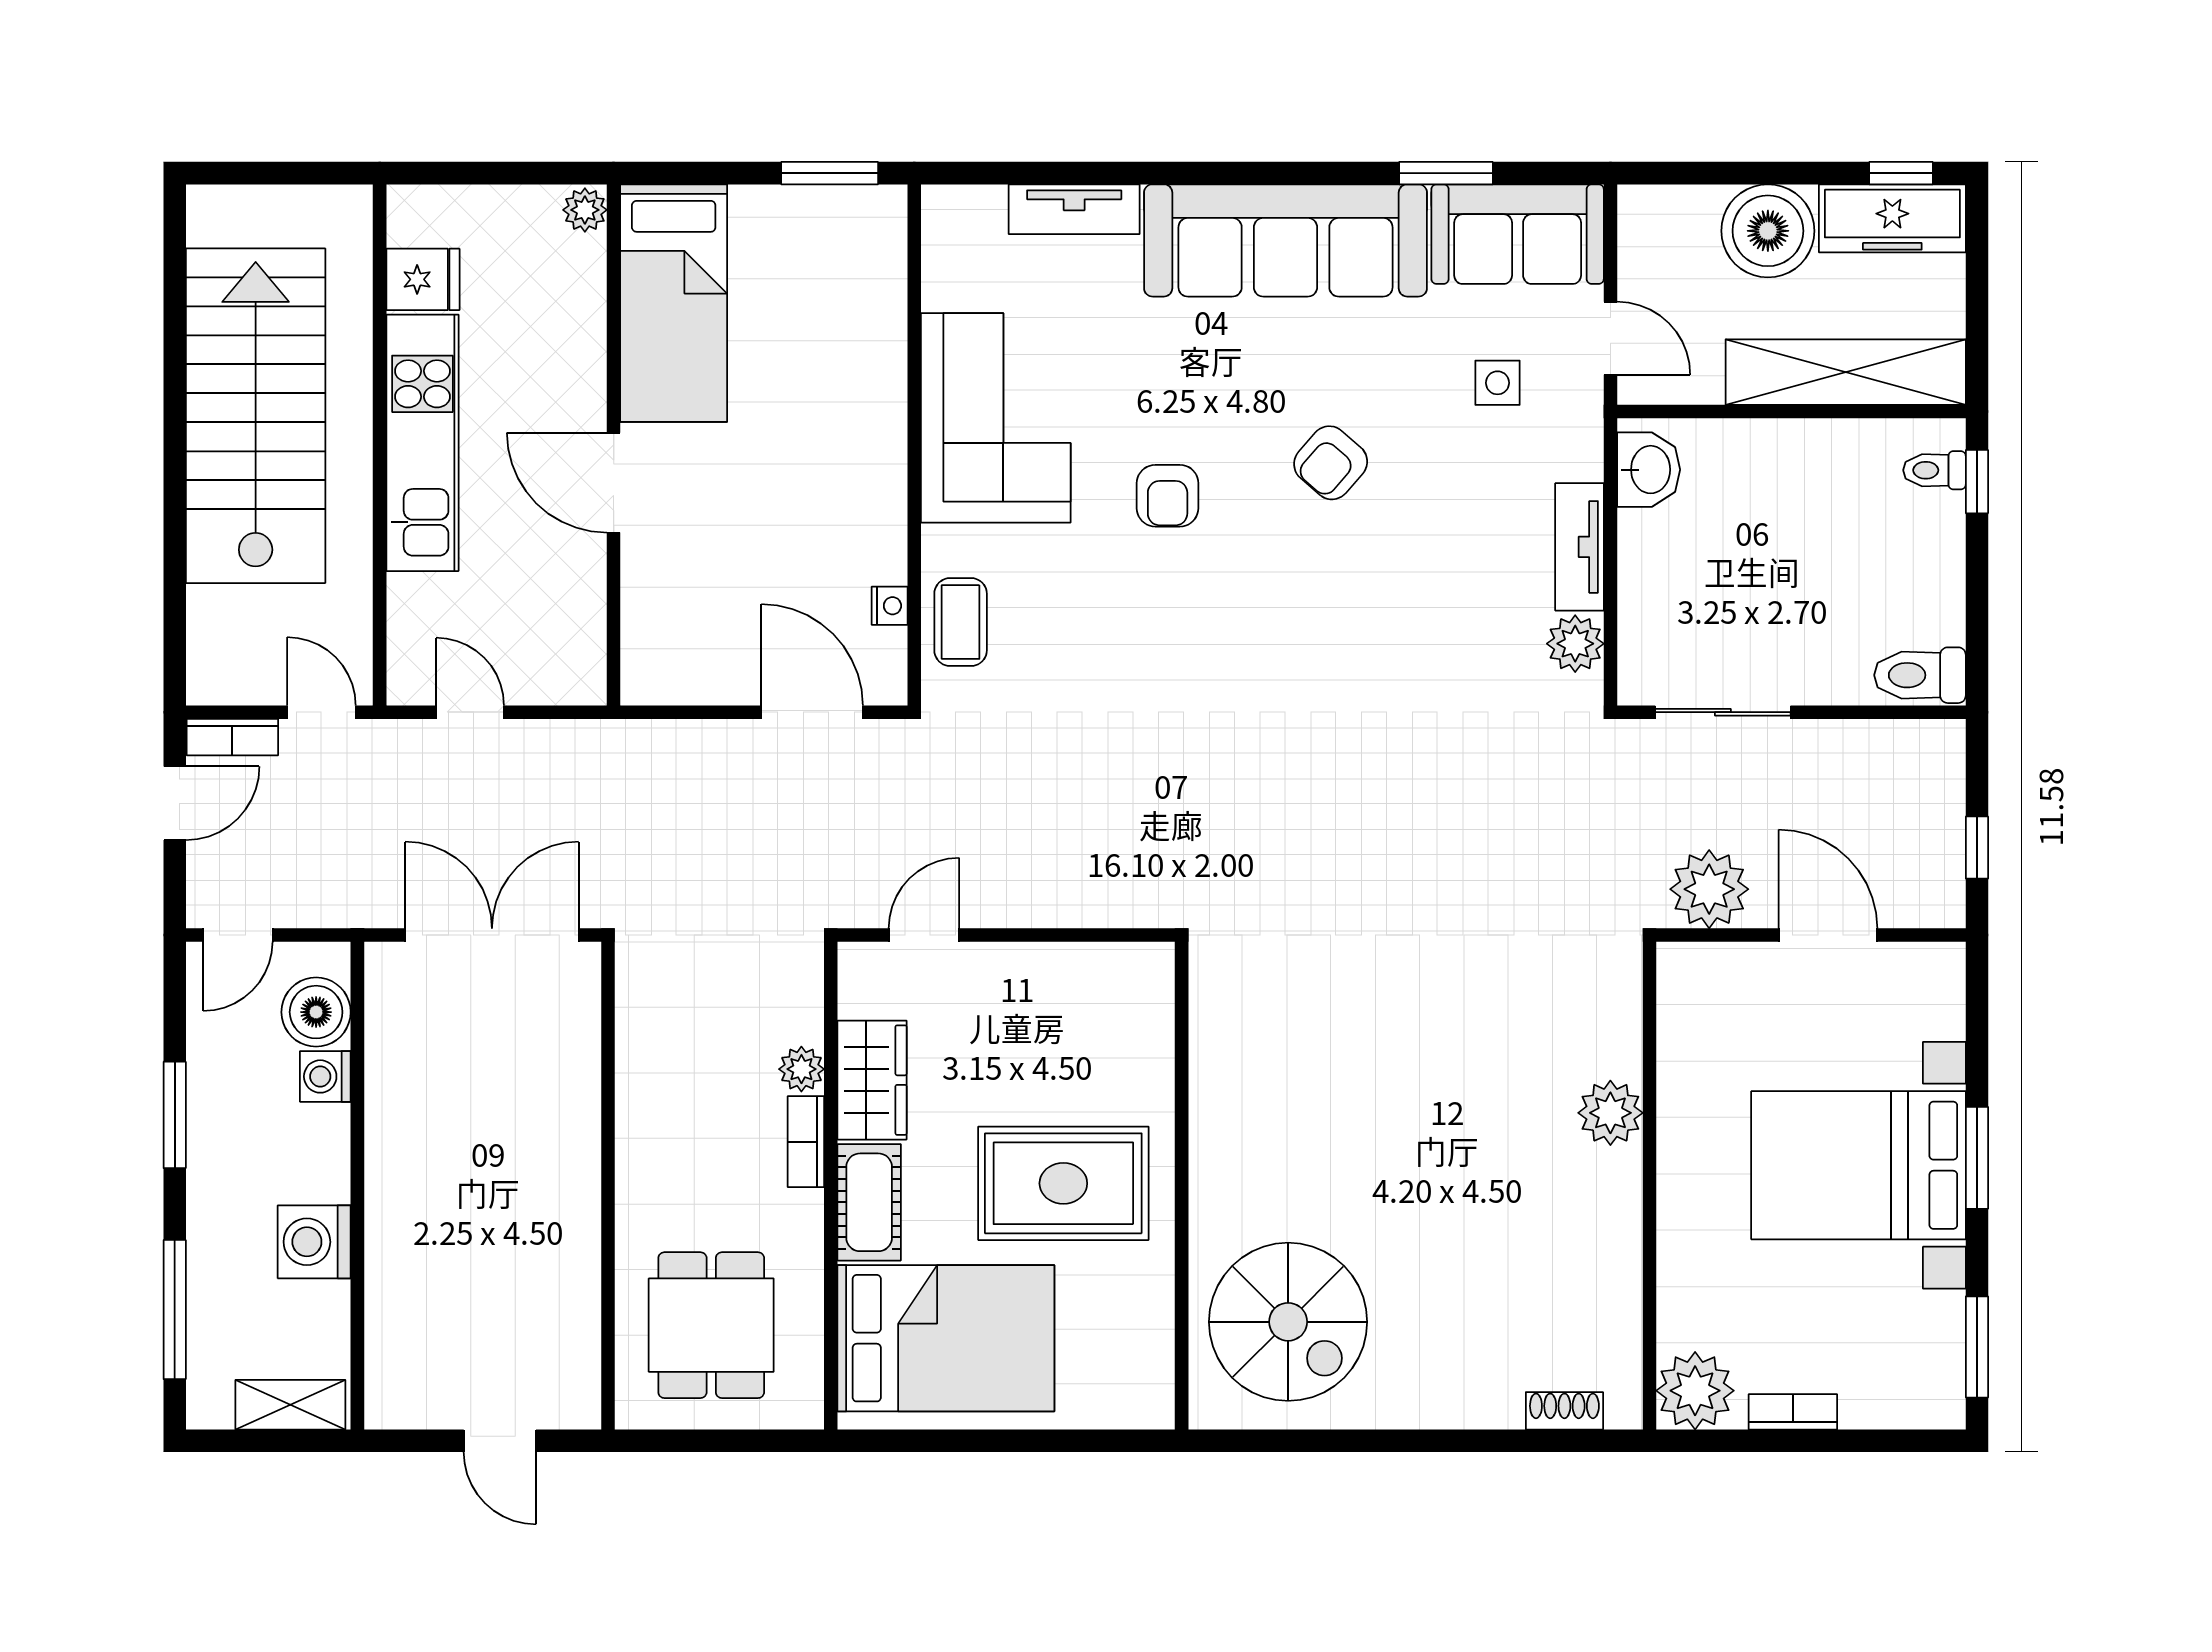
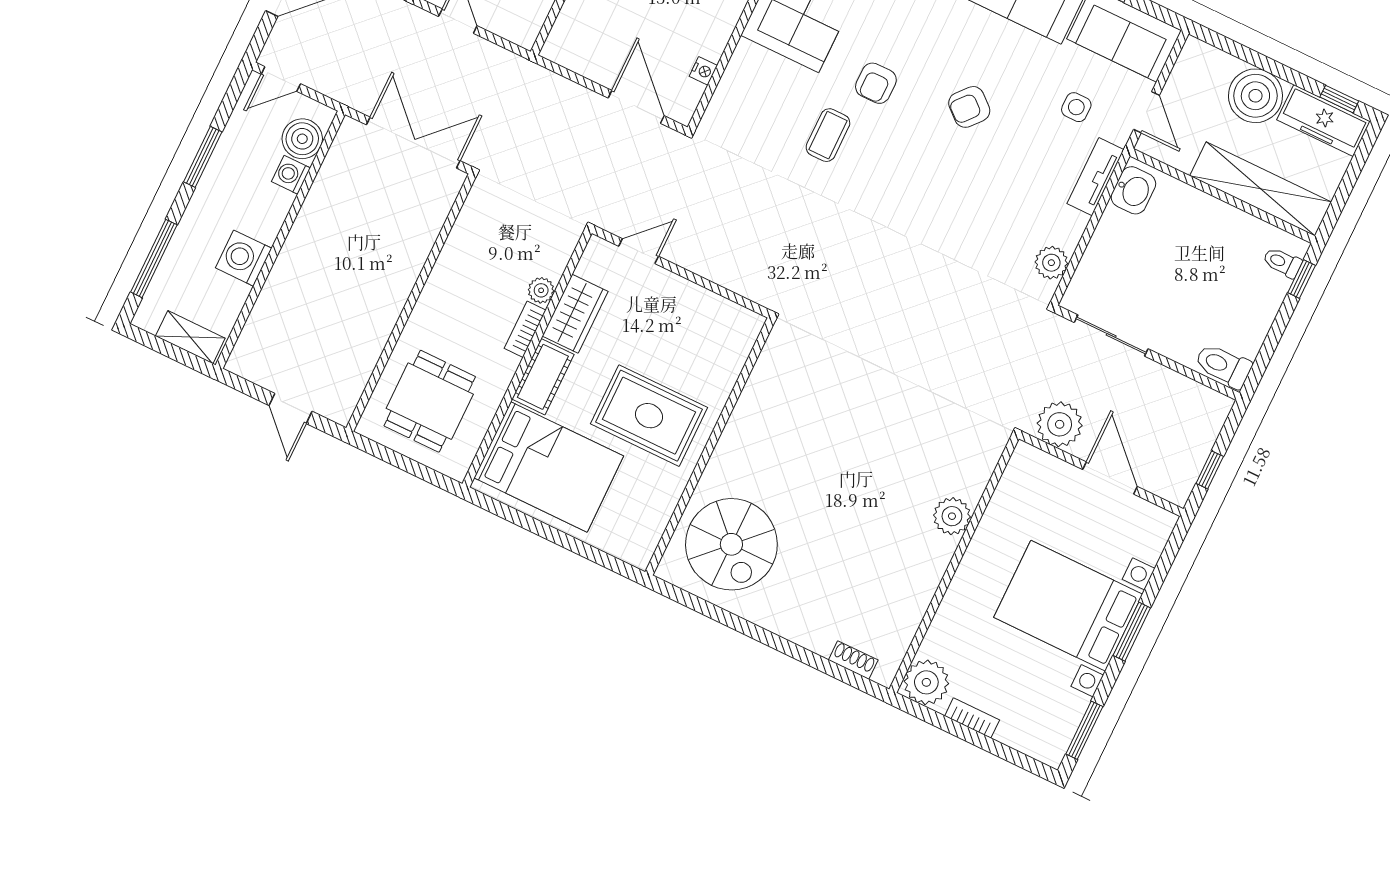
tv unit: (1579, 547) -> (1096, 177), moved
coffee table: (961, 622) -> (828, 135), moved

